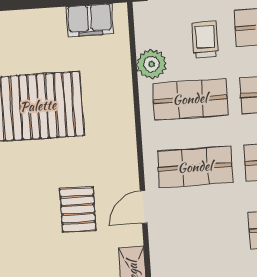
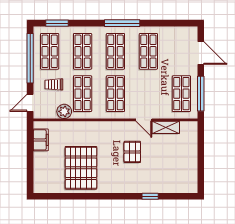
door: (144, 207) -> (144, 120), moved
pallet: (78, 209) -> (132, 152), turned 90

